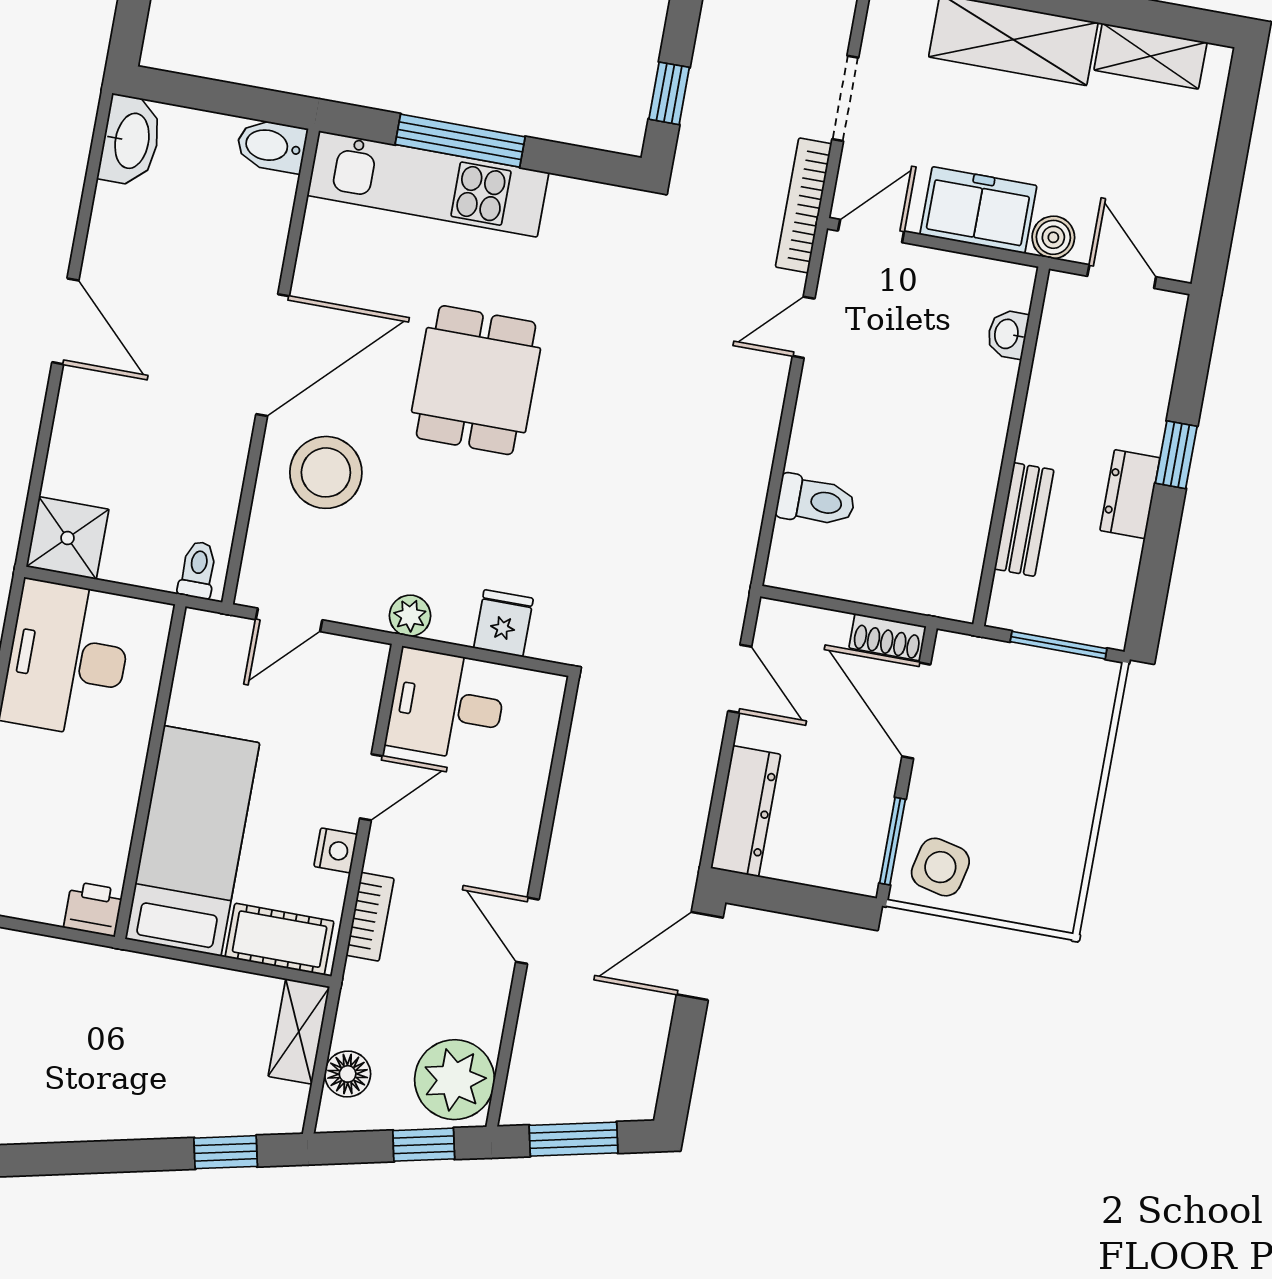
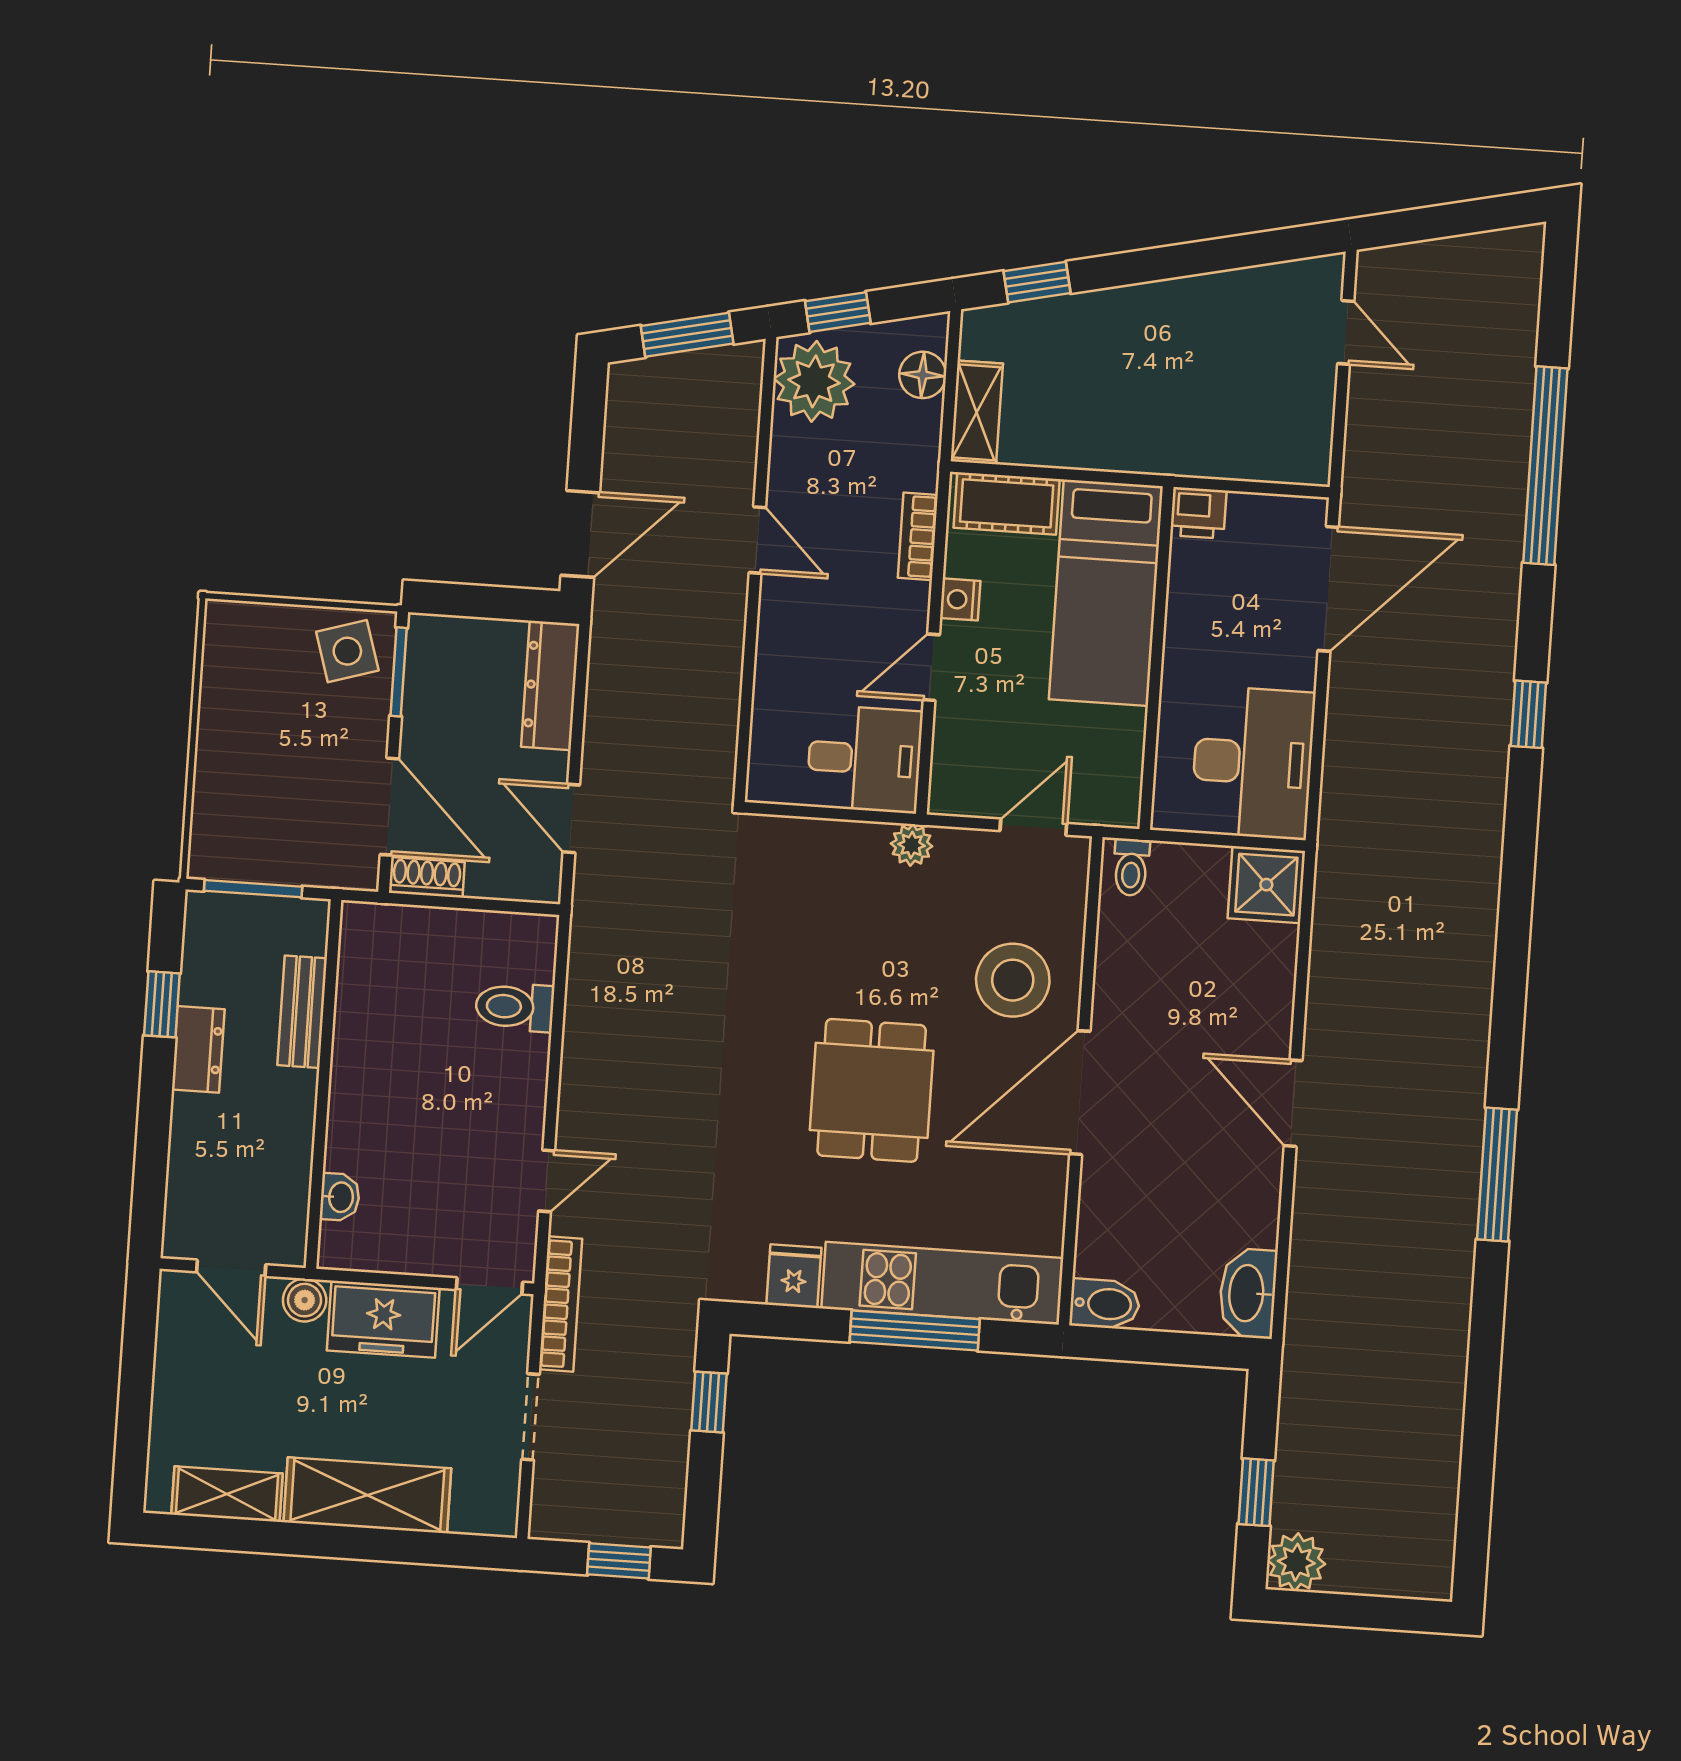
window: (1176, 455) -> (162, 1004), moved
fridge: (503, 623) -> (794, 1276), moved, turned 180
side table: (940, 867) -> (347, 651), turned -30

